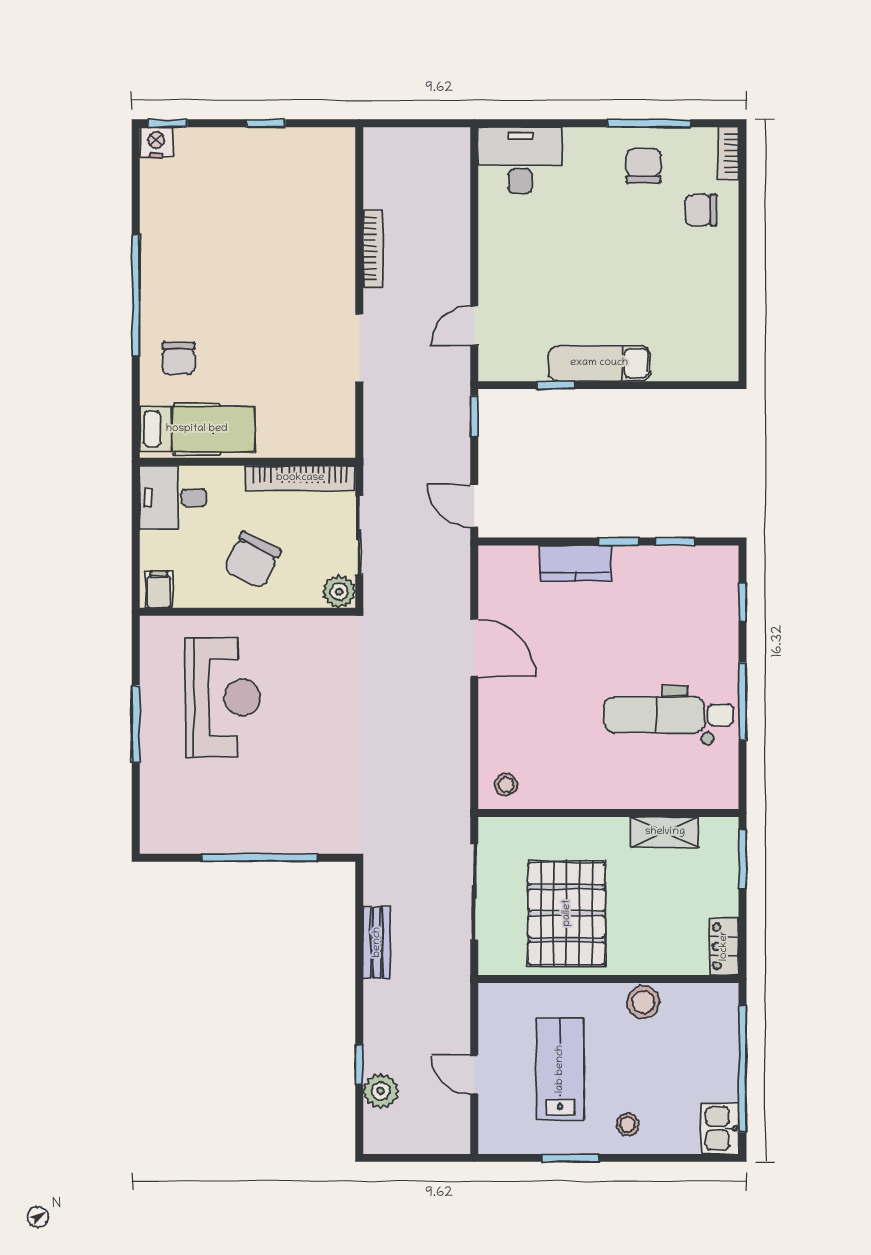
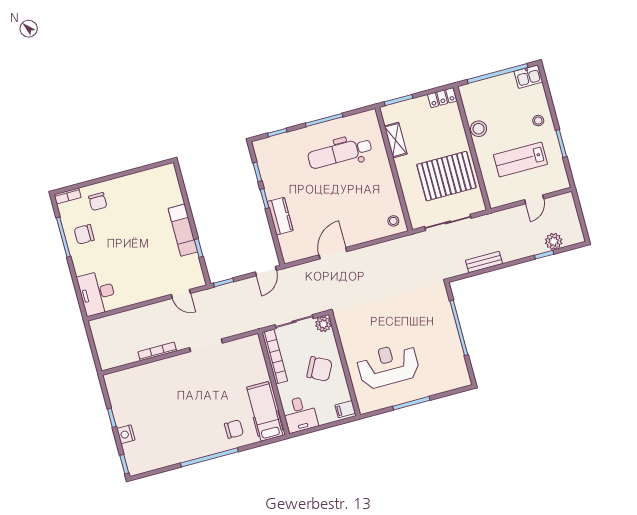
nightstand: (156, 142) -> (126, 434), moved
dental chair: (669, 715) -> (340, 153), turned 90

